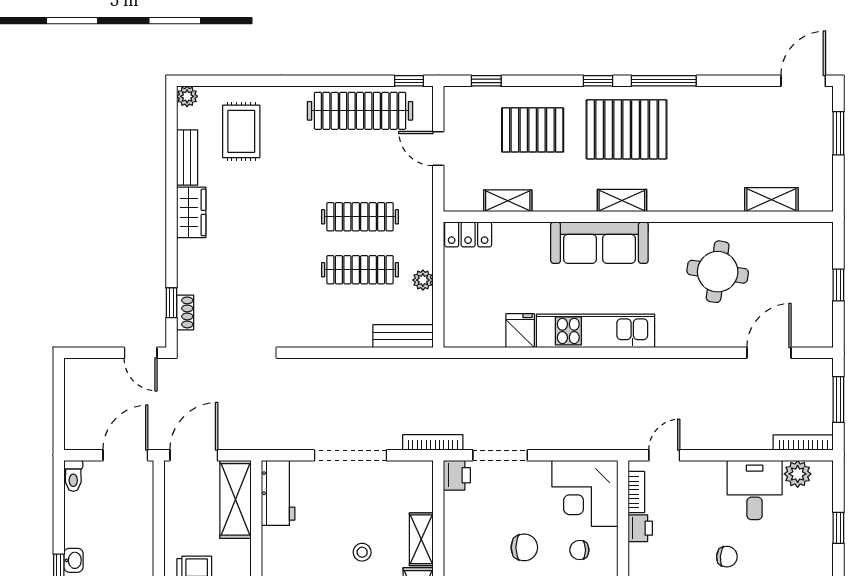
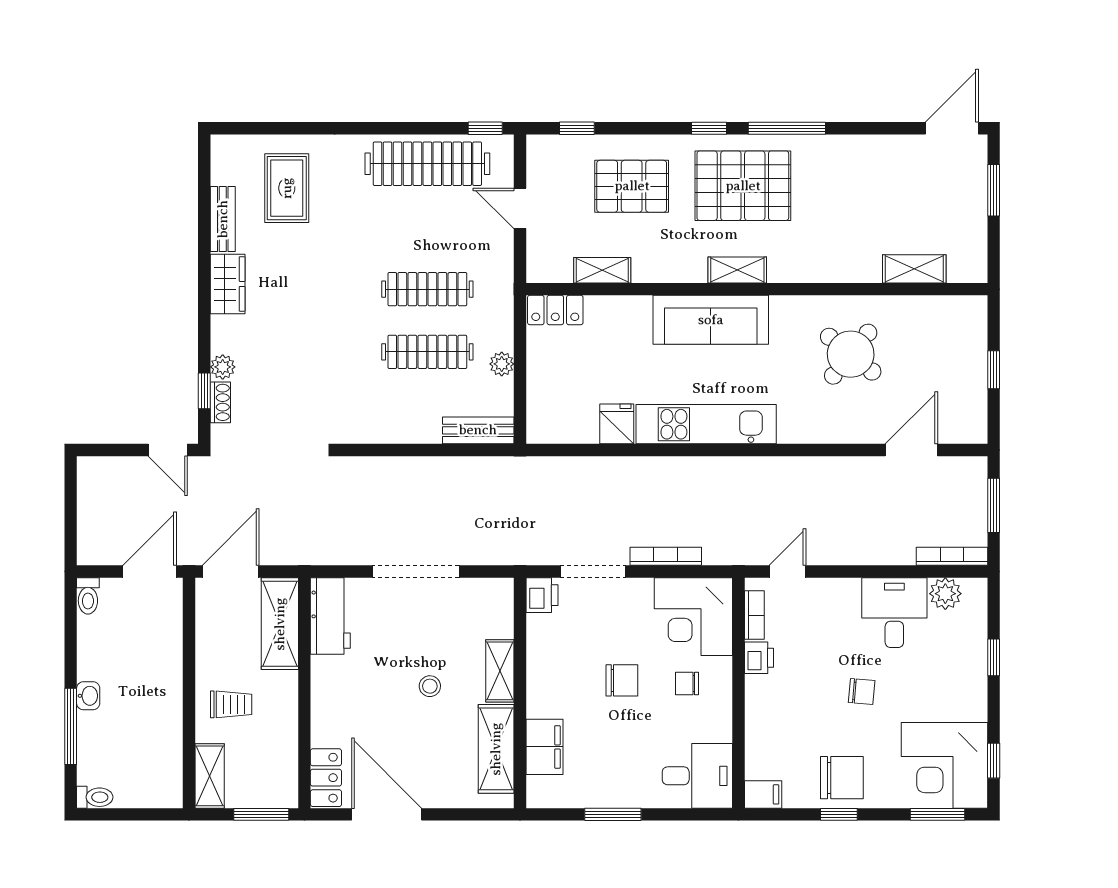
plant: (187, 96) -> (223, 367), moved
round table: (718, 272) -> (851, 354), turned 30
bookcase: (433, 442) -> (666, 556), moved

